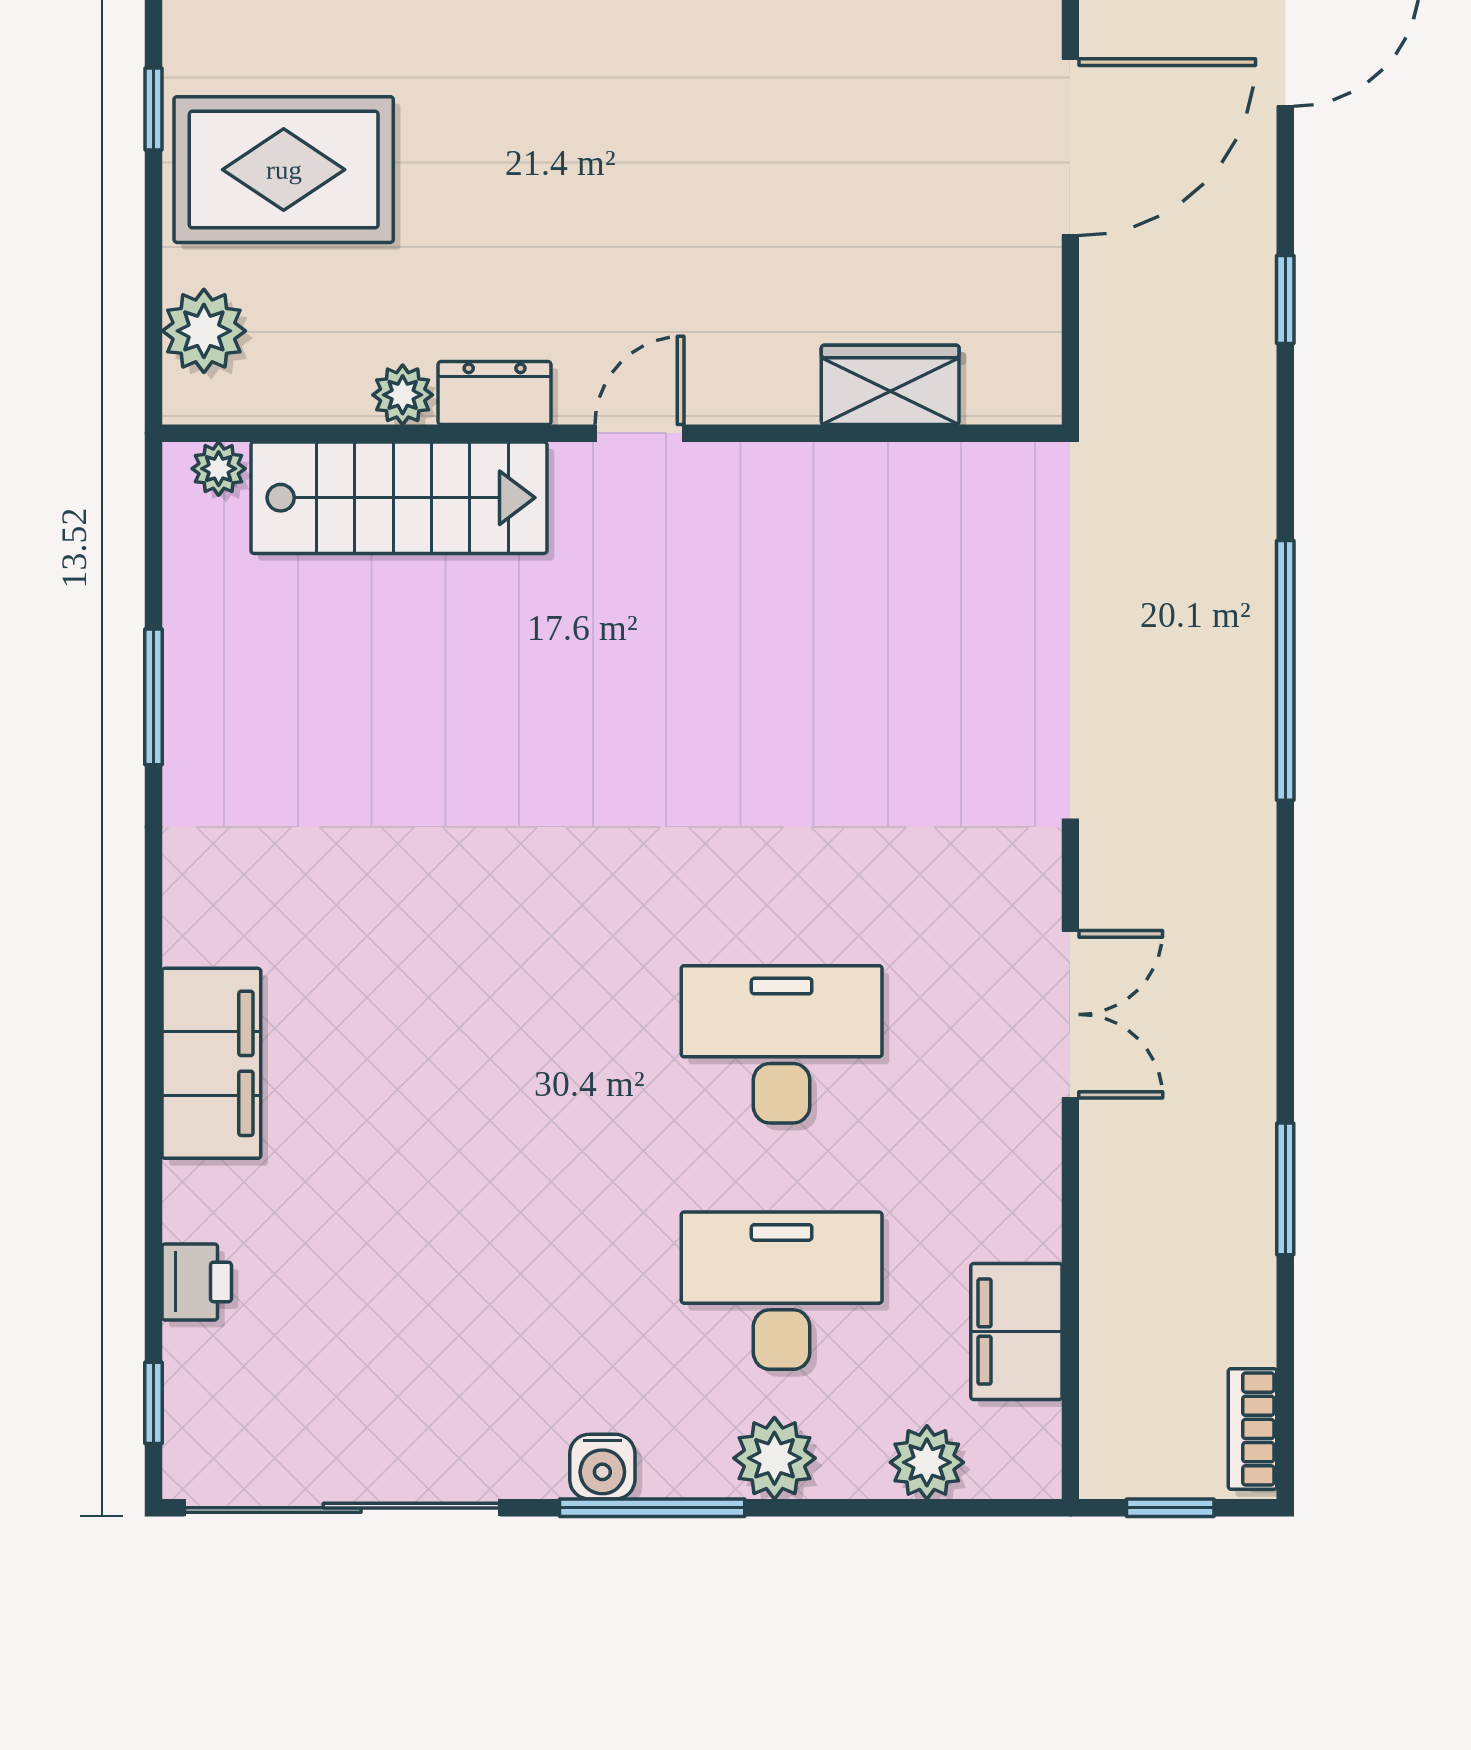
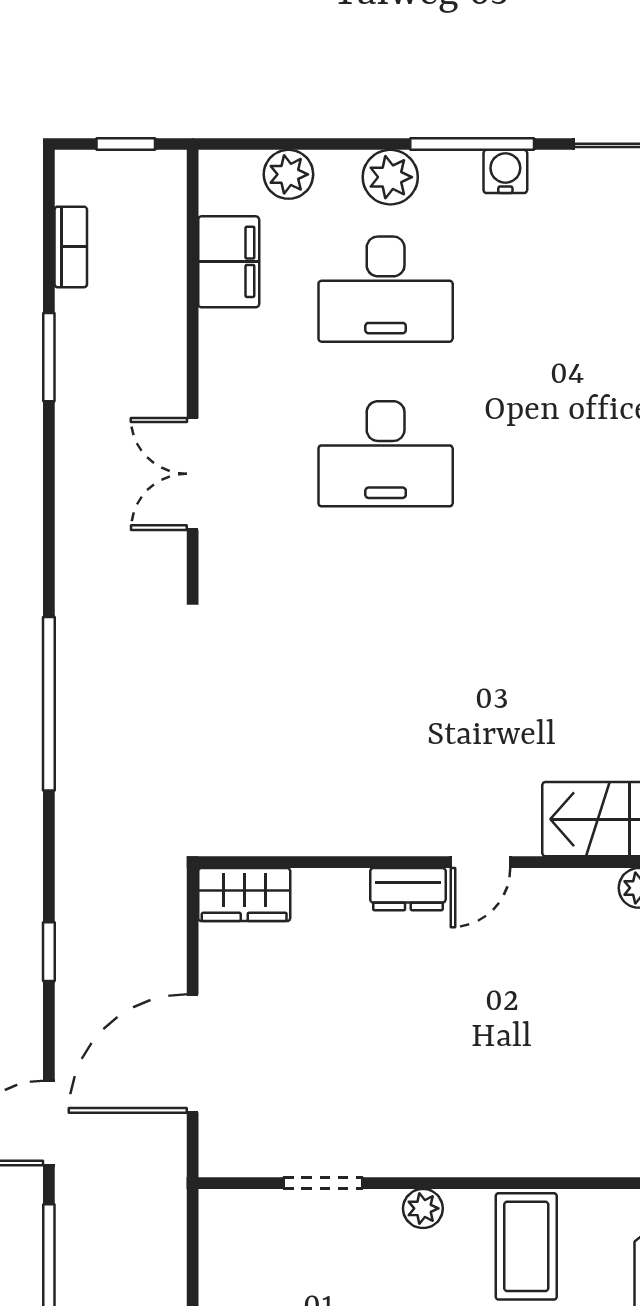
wardrobe: (890, 385) -> (244, 895), moved
dresser: (495, 393) -> (408, 889), moved
bookcase: (1252, 1429) -> (71, 247), moved

